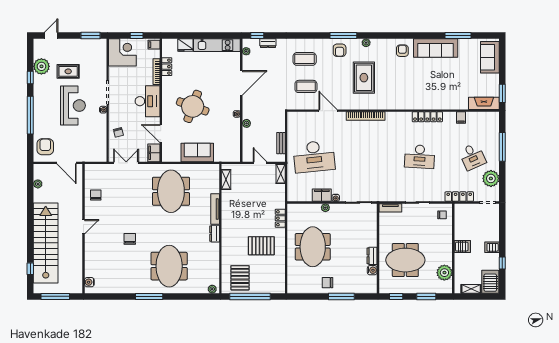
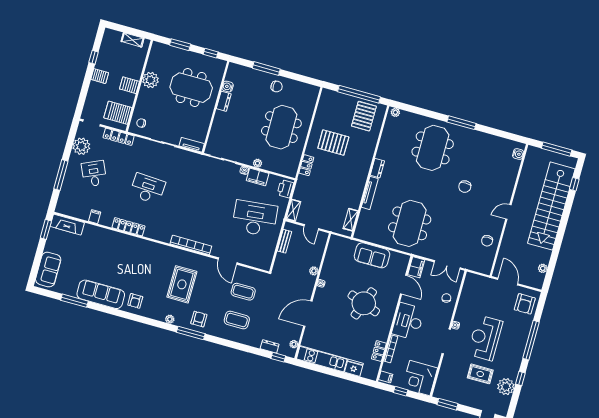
printer: (293, 191) -> (285, 189), added
plant: (444, 273) -> (150, 80), moved
server rack: (490, 282) -> (118, 113), moved, turned 90

